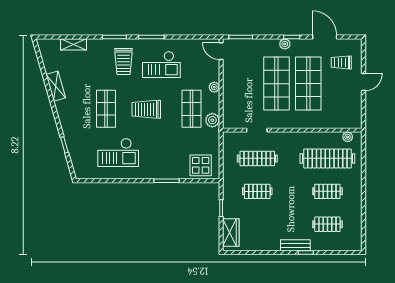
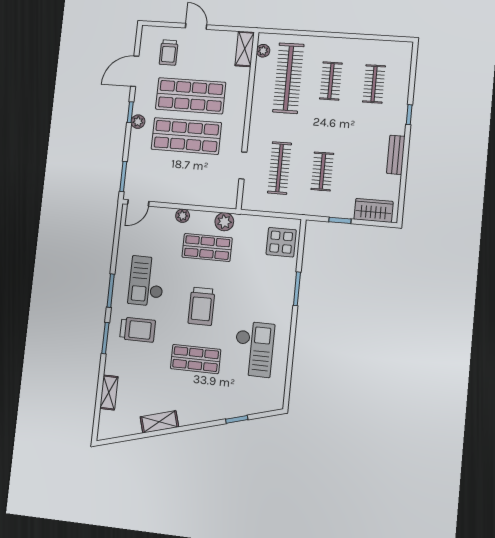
checkout: (161, 64) -> (147, 281), turned 180
shelving: (348, 122) -> (245, 49), added
bench: (295, 245) -> (396, 155), moved

